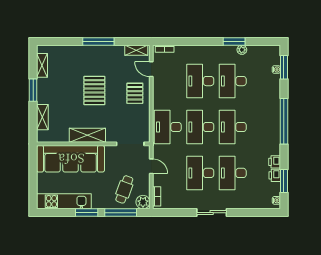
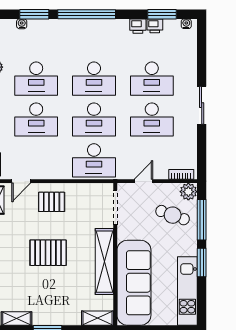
window: (284, 67) -> (34, 14), moved
shelving: (42, 117) -> (97, 318), moved
shelving: (87, 135) -> (104, 262), width x1.47

